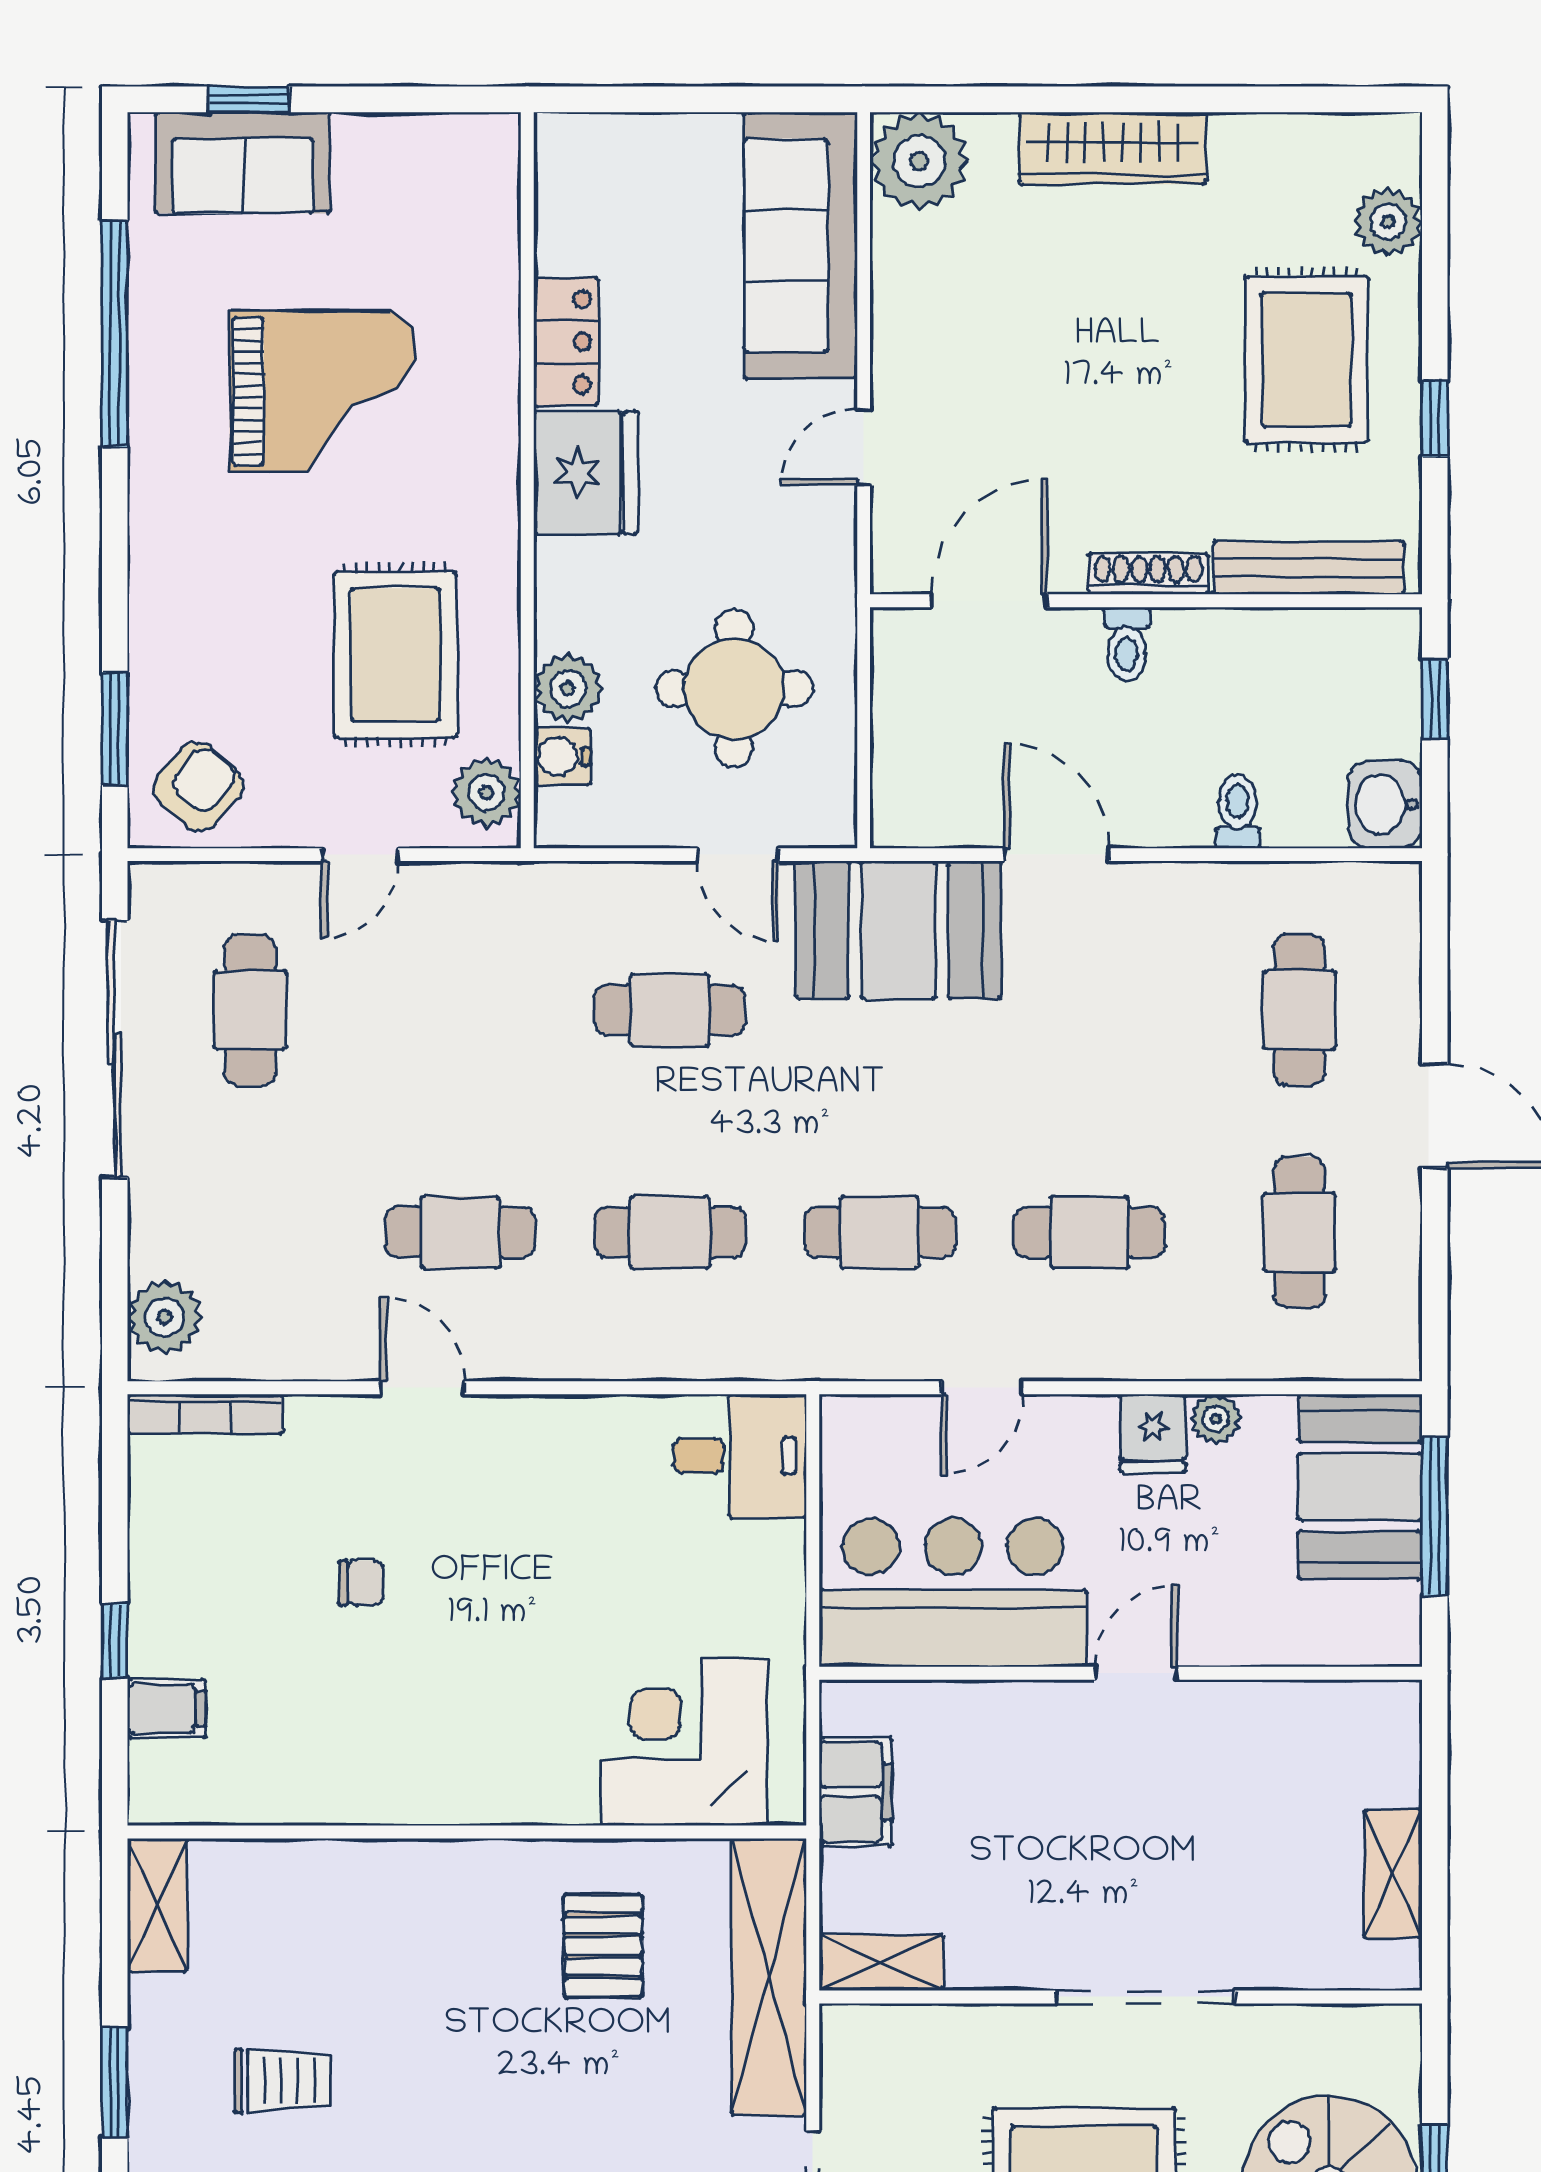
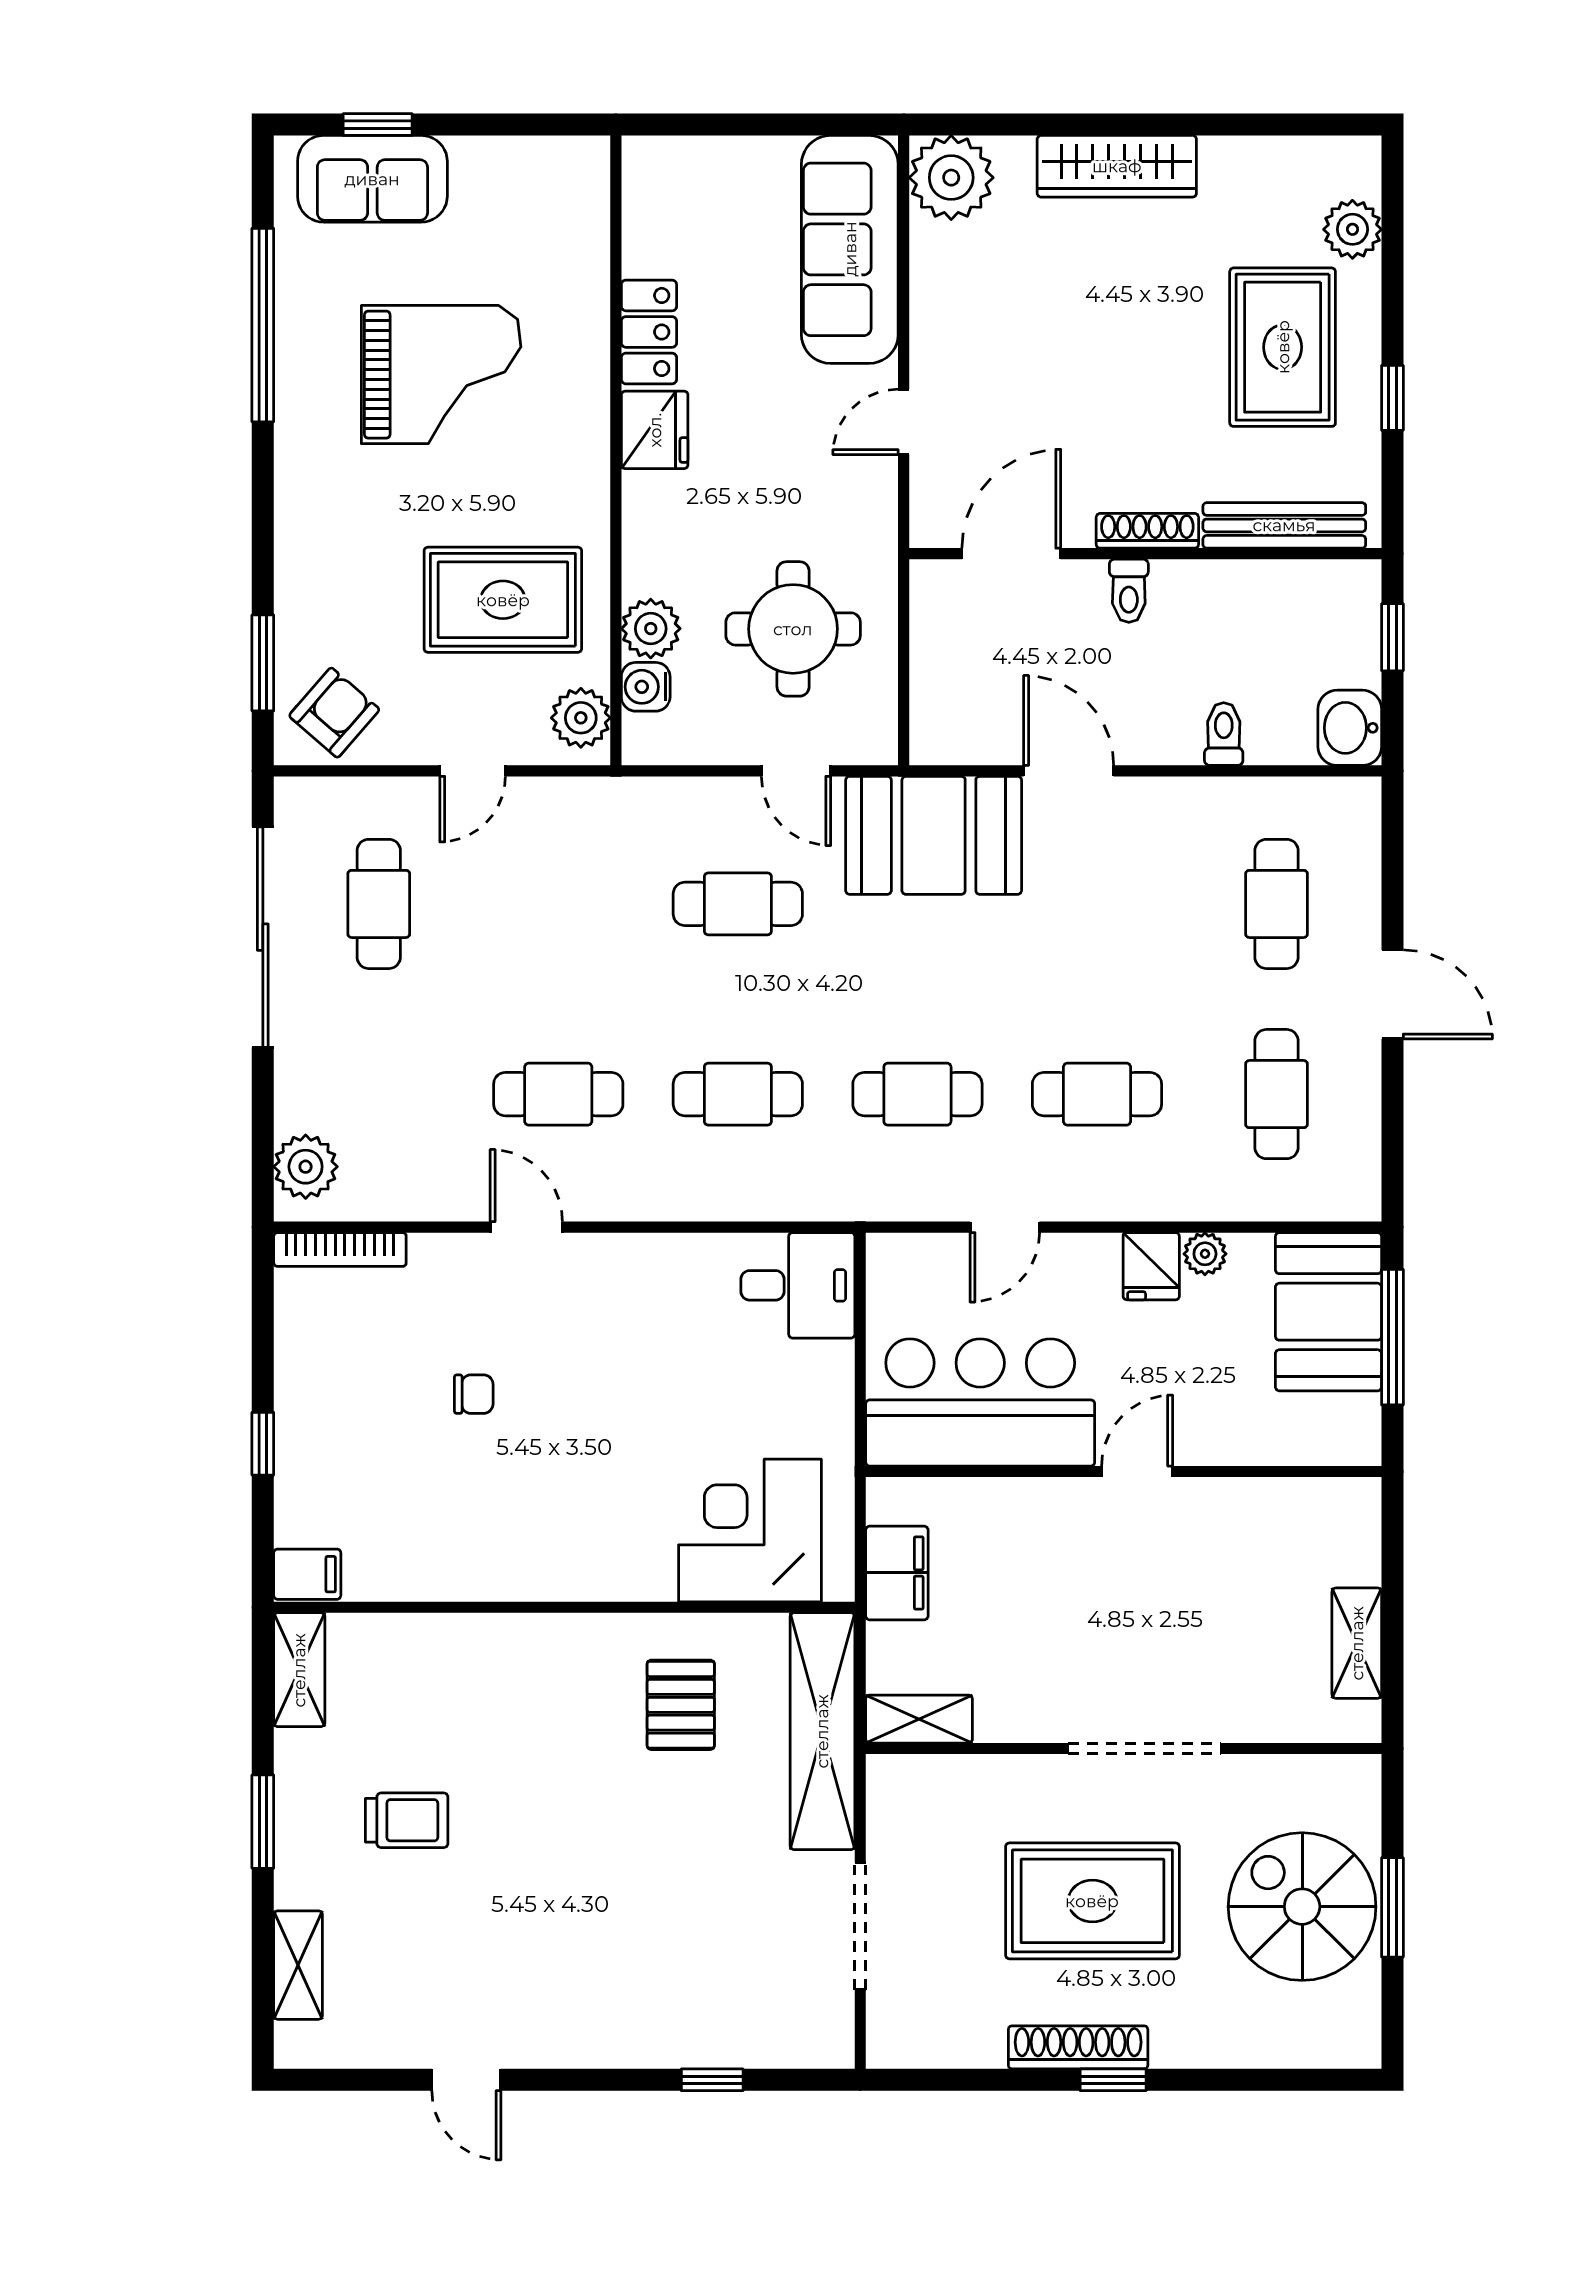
fridge: (586, 472) -> (655, 430), width x0.73, depth x0.75
rug: (395, 655) -> (503, 600), turned 90
filing cabinet: (167, 1709) -> (307, 1574), moved

